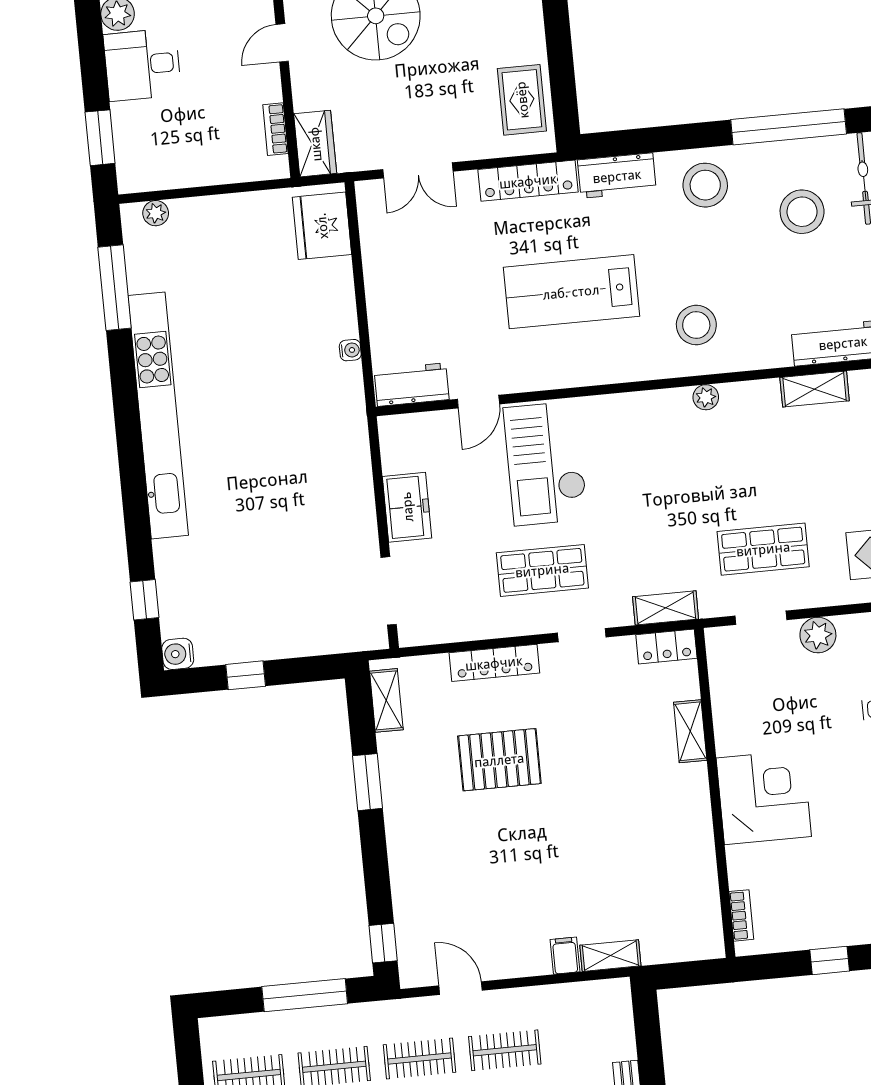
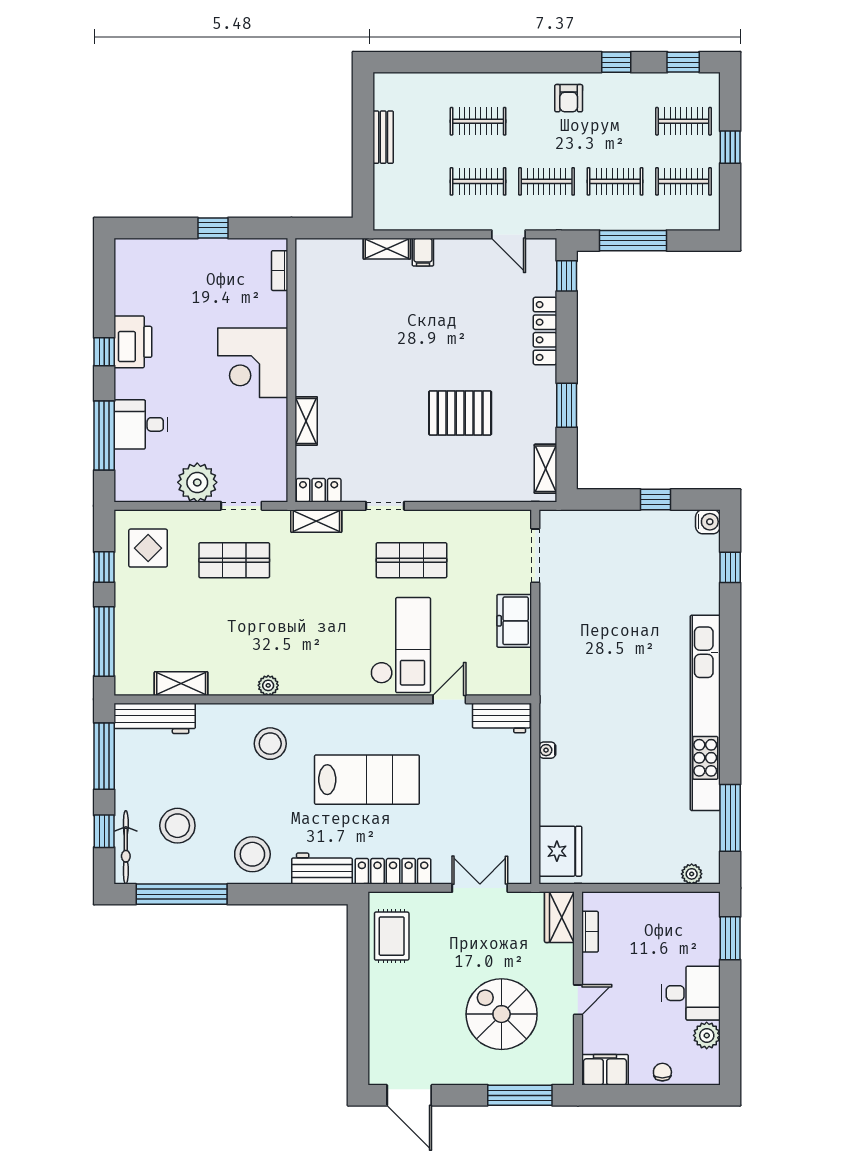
plant: (818, 635) -> (197, 482), width x1.36, depth x1.36
locker: (494, 663) -> (545, 331), moved, turned -90

